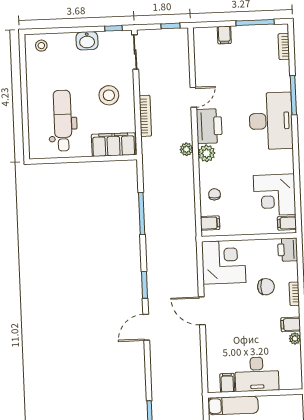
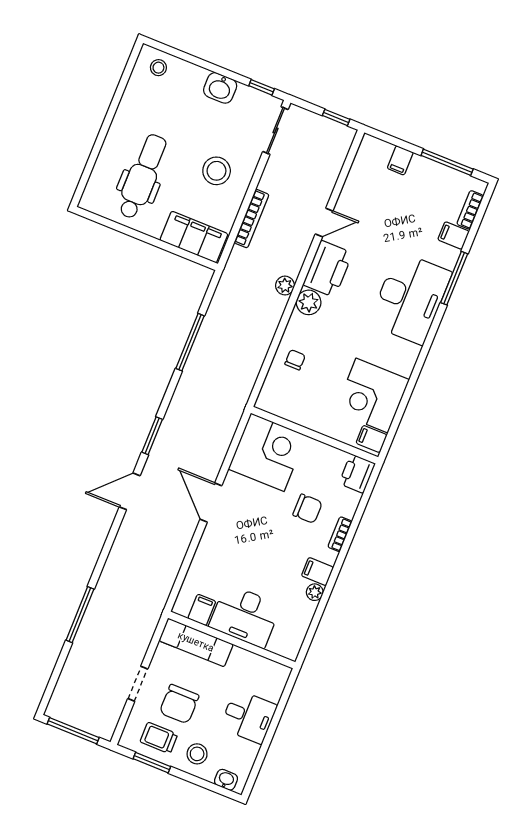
filing cabinet: (210, 223) -> (453, 236), moved, turned 180

